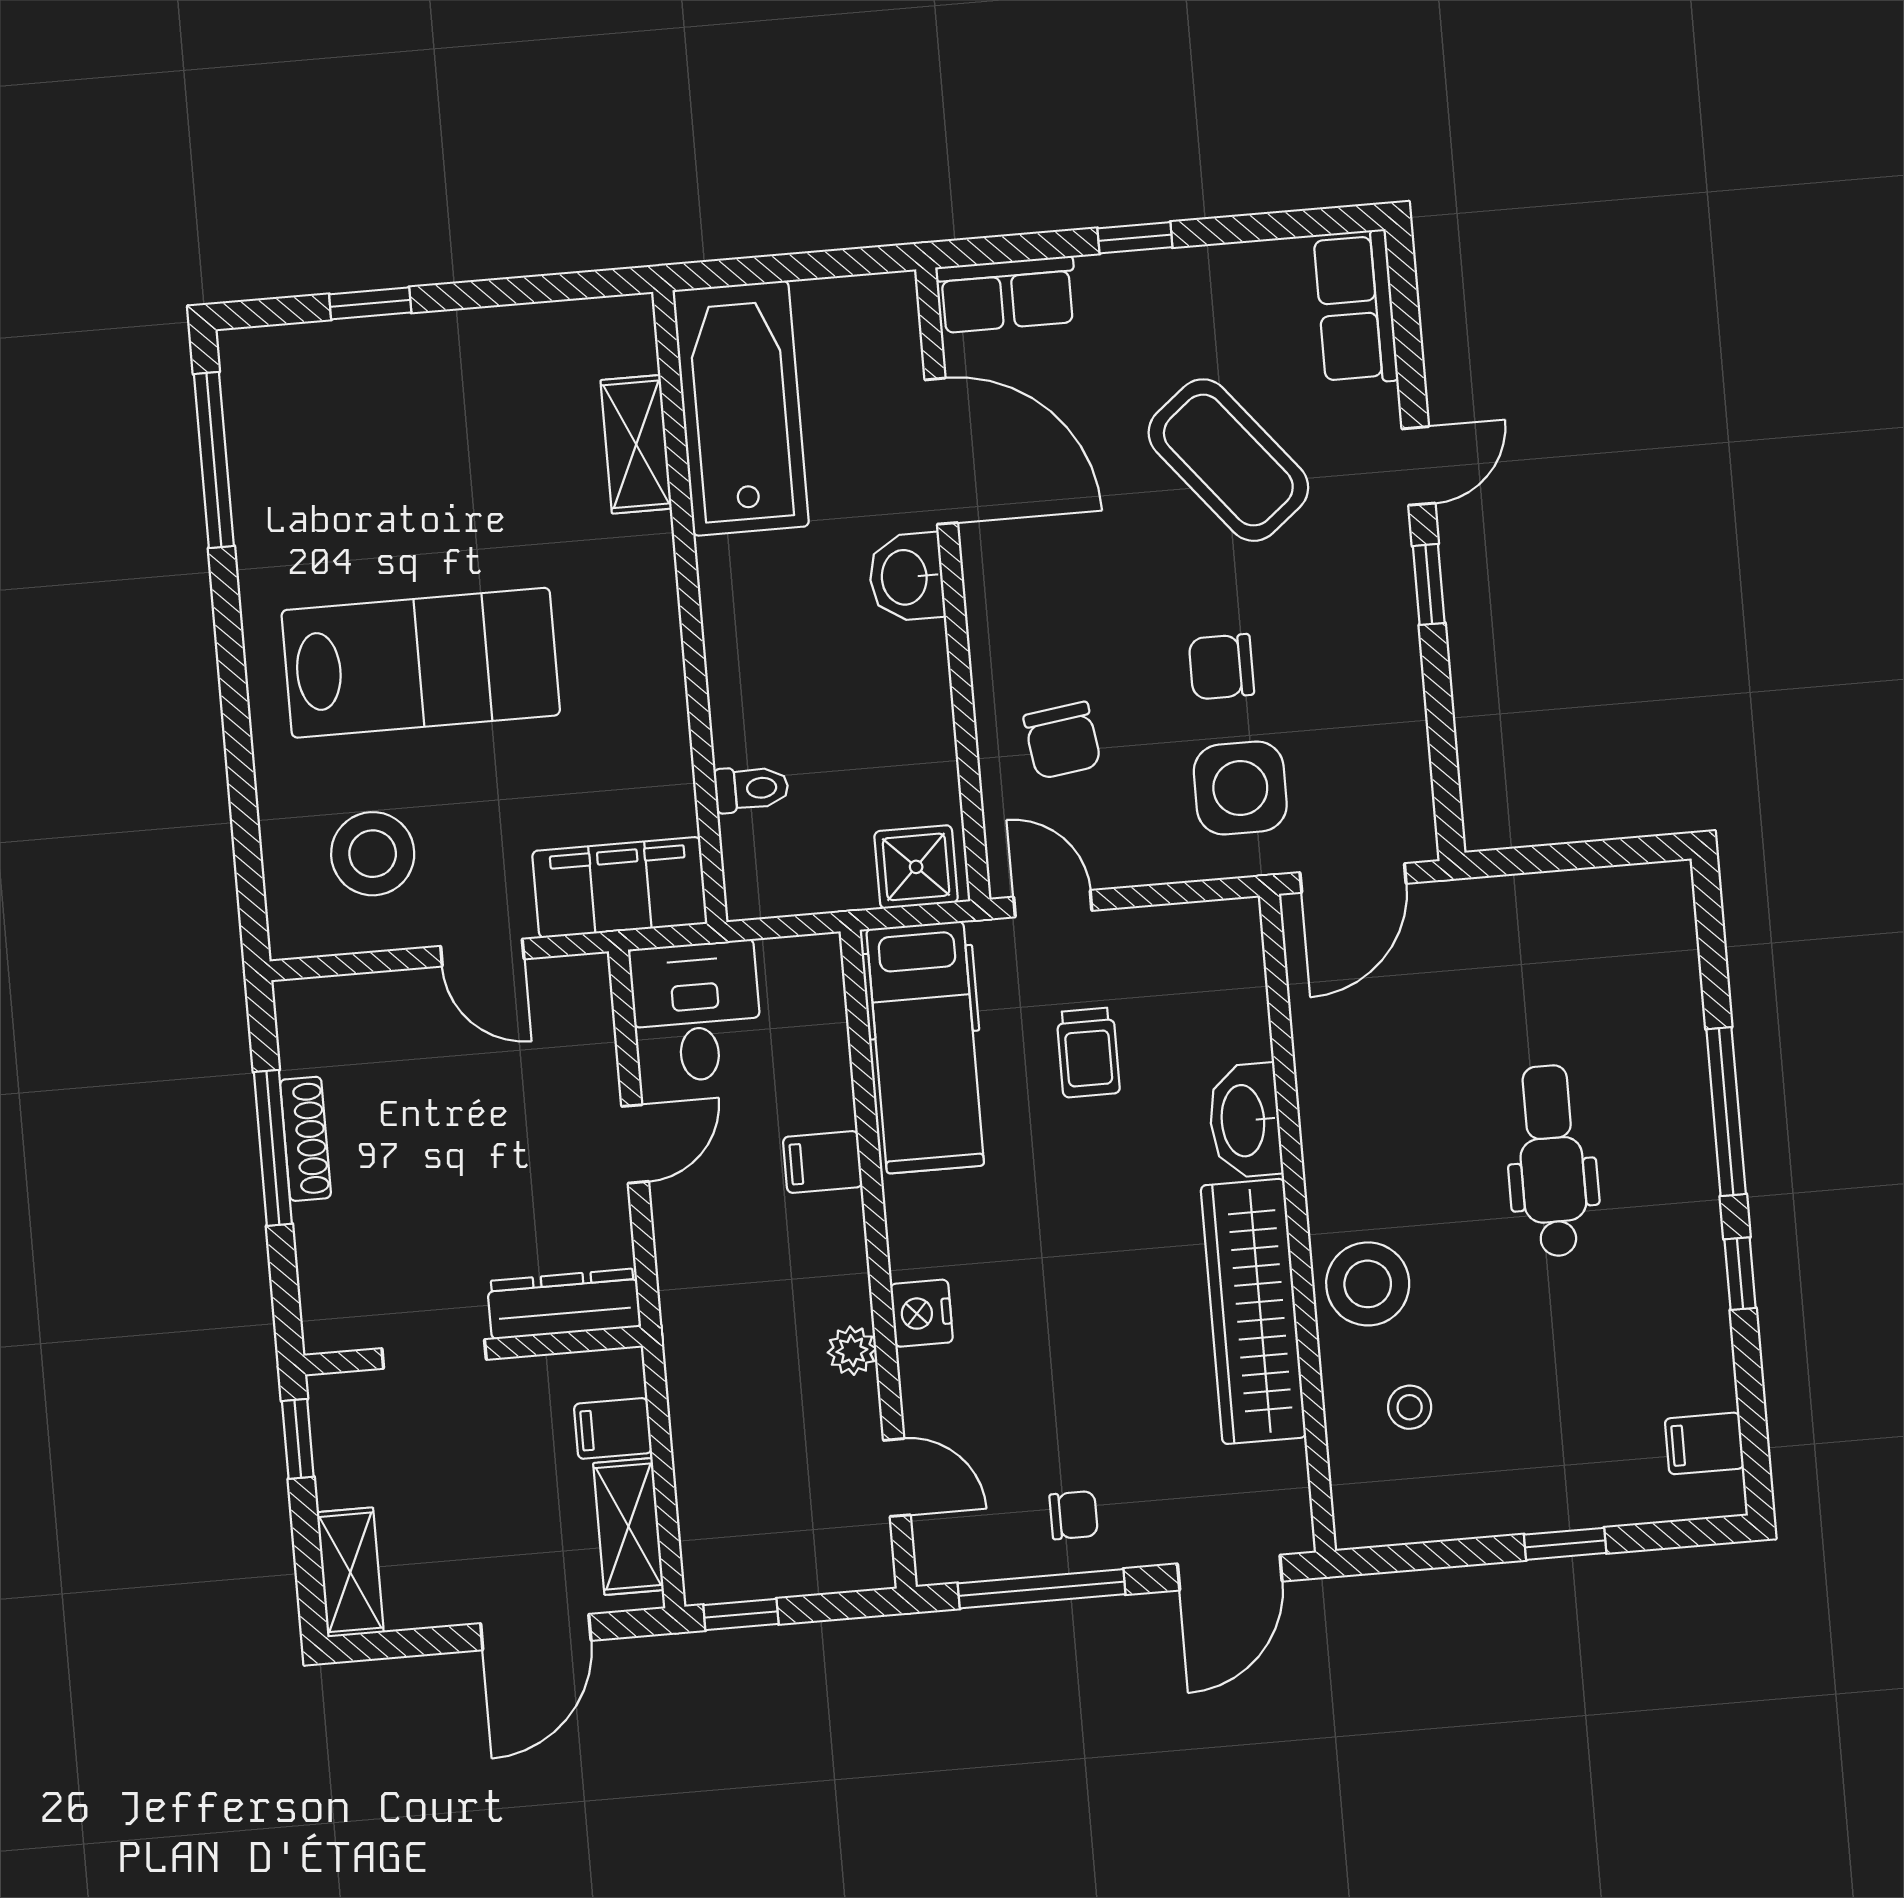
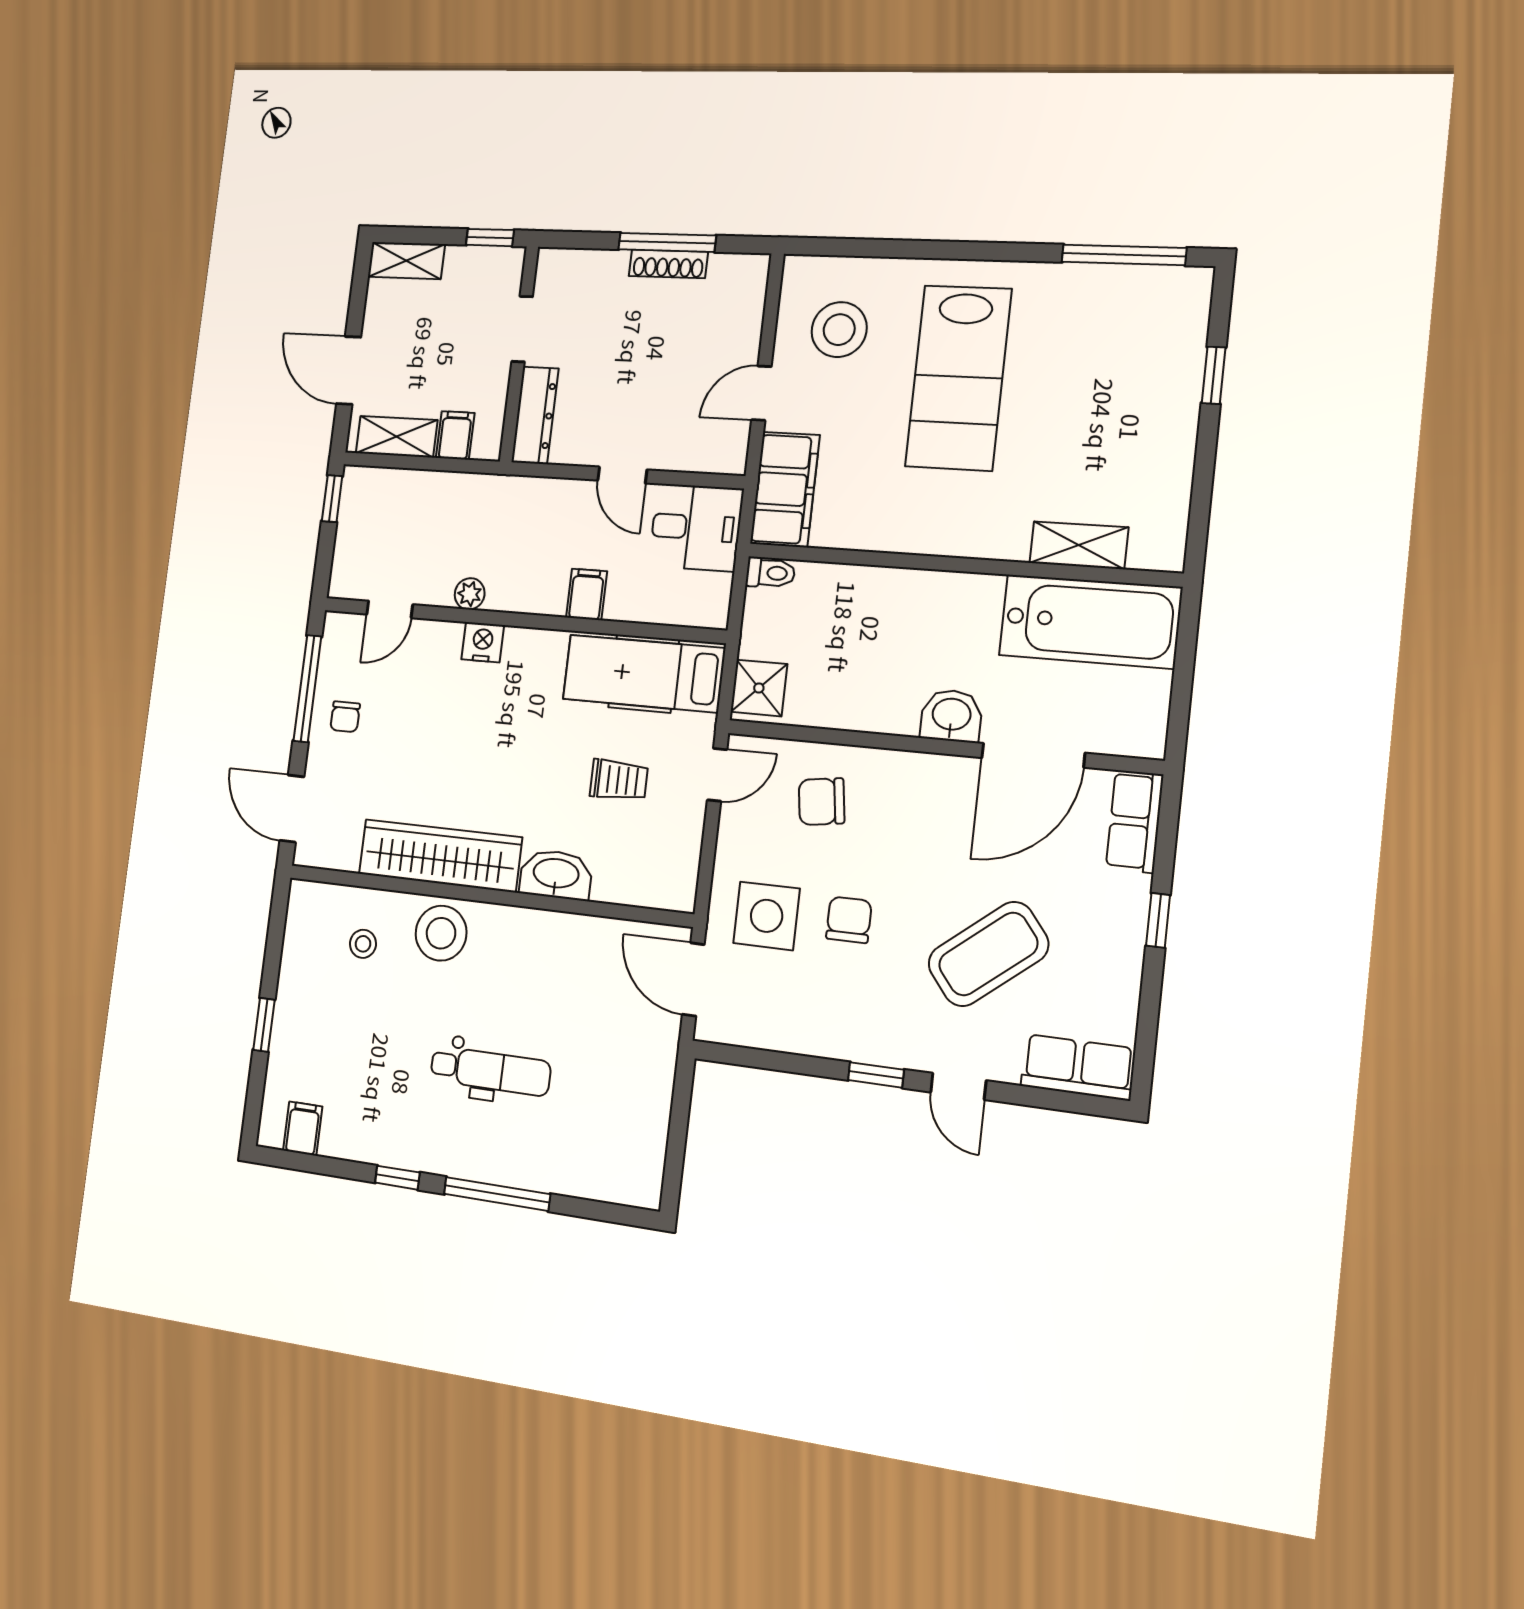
toilet: (751, 789) -> (770, 573), moved, turned -90
trolley: (1088, 1052) -> (619, 780), turned 180

